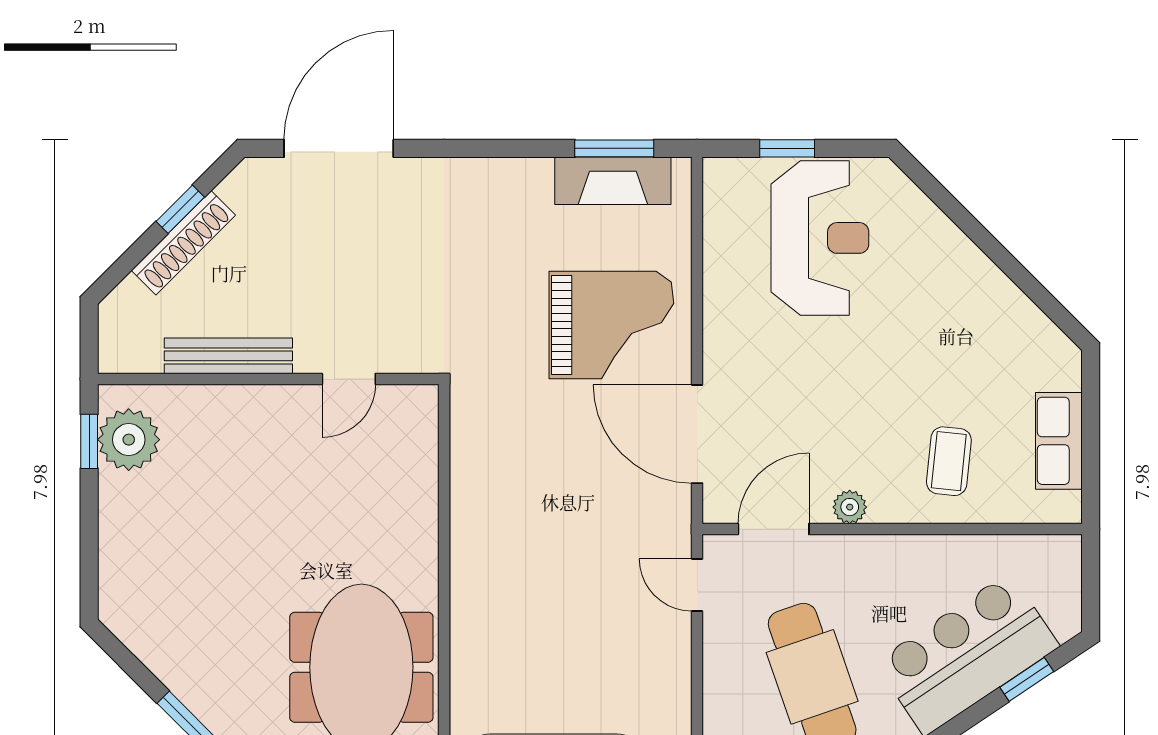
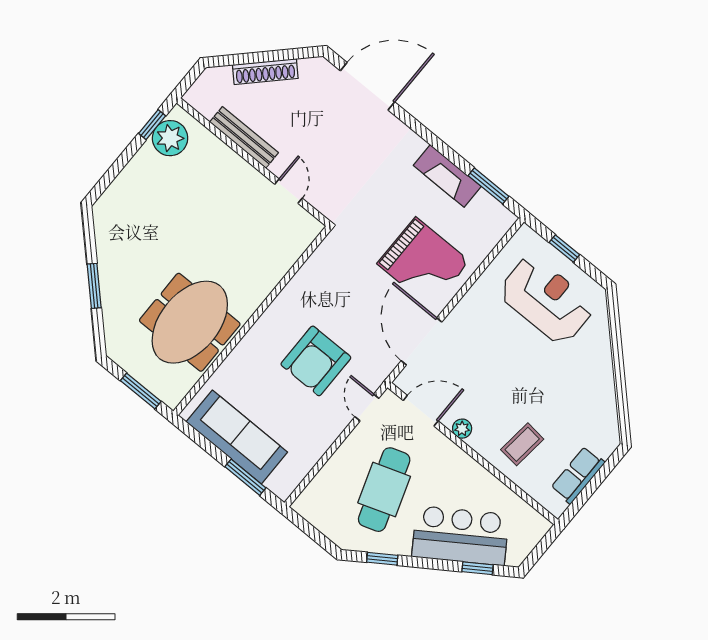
fireplace: (613, 181) -> (447, 176), moved
window: (180, 209) -> (276, 56), removed
reception desk: (820, 238) -> (546, 300), turned -90
door: (349, 379) -> (289, 191), swing flipped
armchair: (576, 579) -> (316, 361), added

